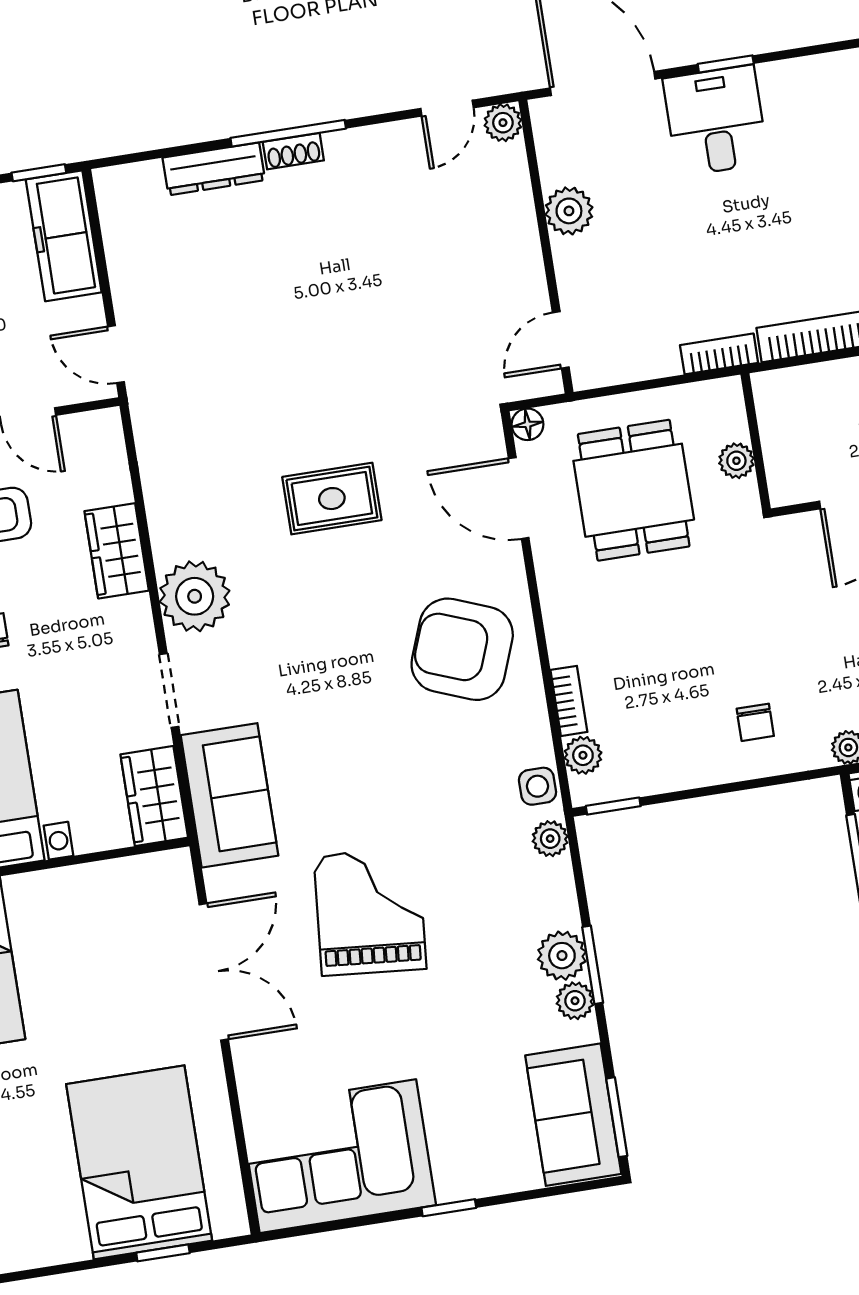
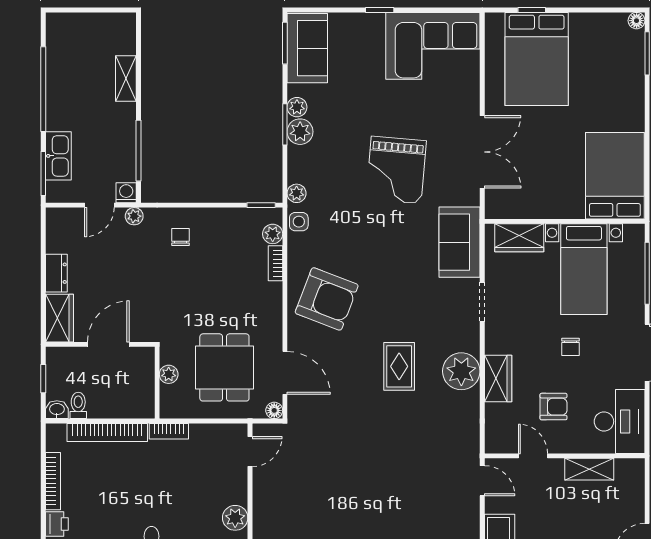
rug: (332, 499) -> (399, 366), moved, turned 90
plant: (195, 596) -> (461, 371), moved
wardrobe: (154, 796) -> (519, 238), moved, turned 90
double door: (214, 972) -> (482, 152), swing flipped

